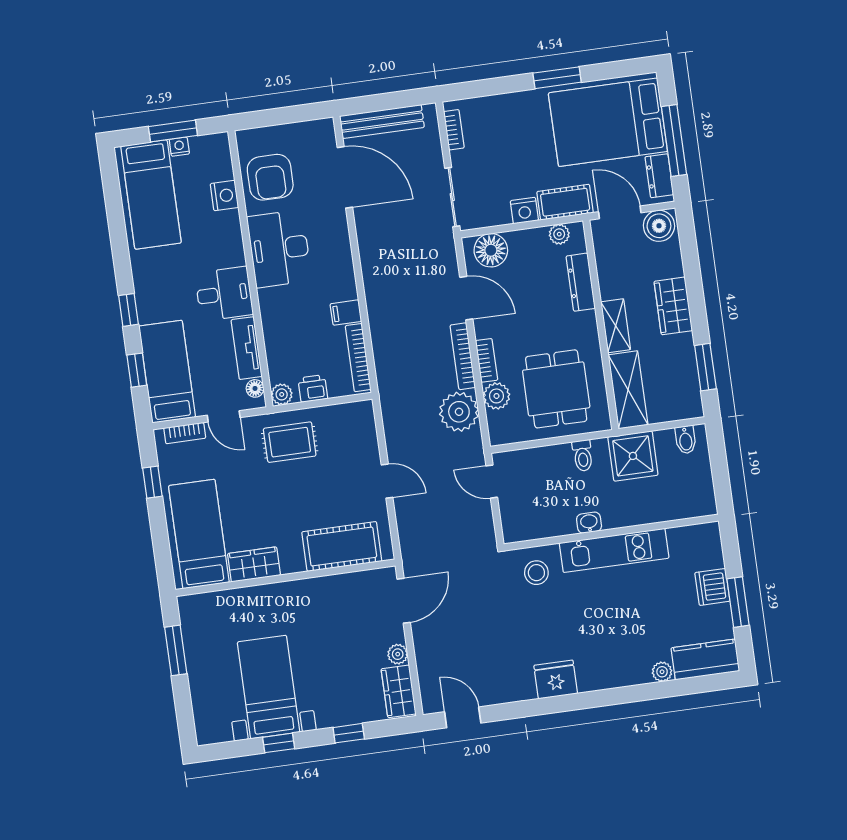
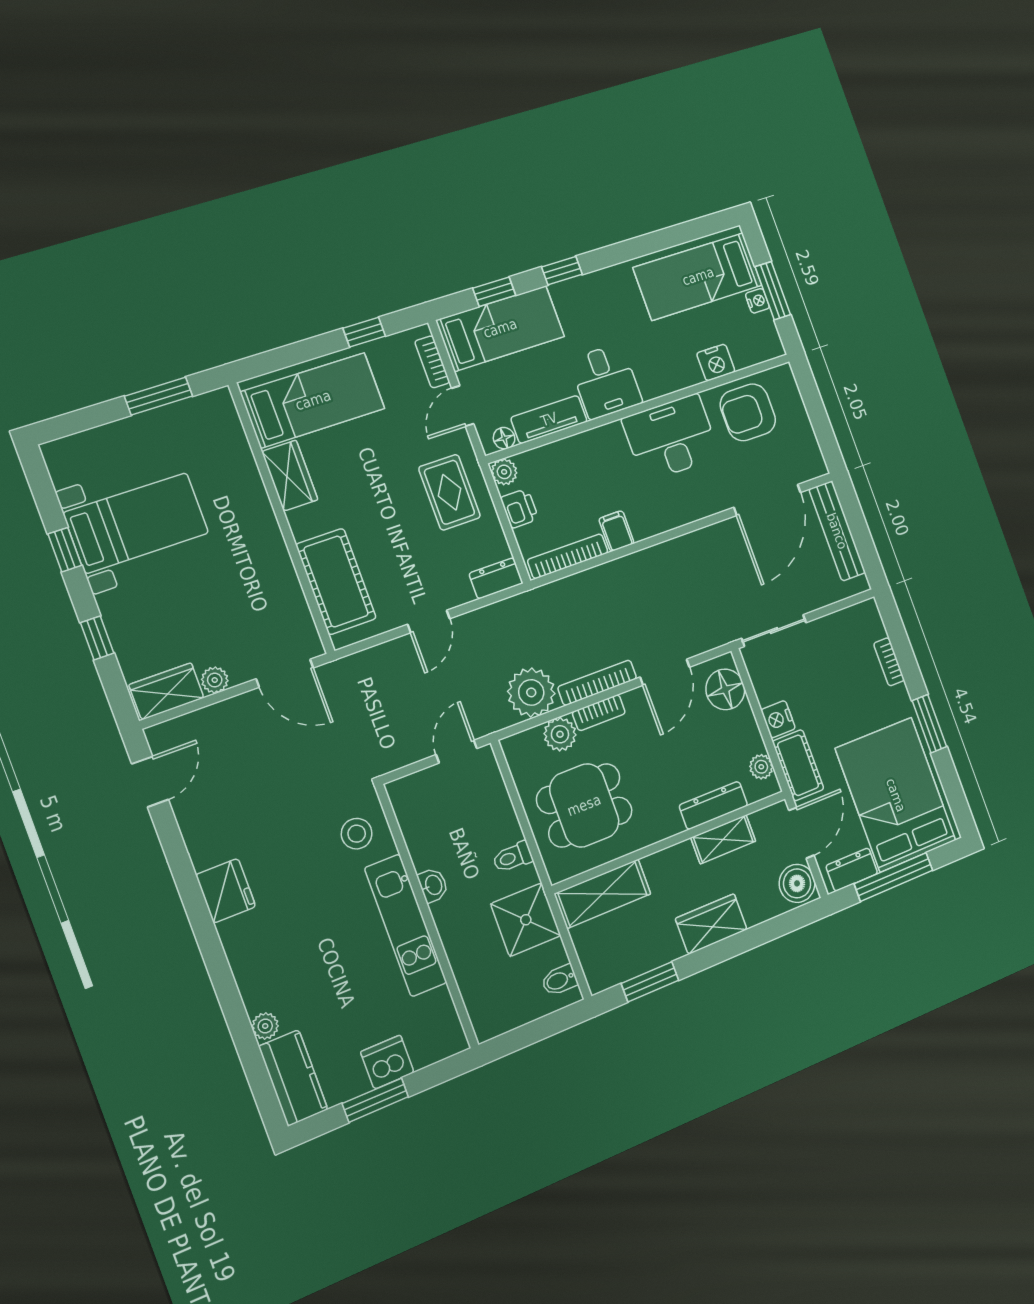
bookcase: (454, 130) -> (889, 662), moved, turned 90
shelving: (616, 326) -> (723, 839), moved
dresser: (364, 420) -> (496, 578), added

